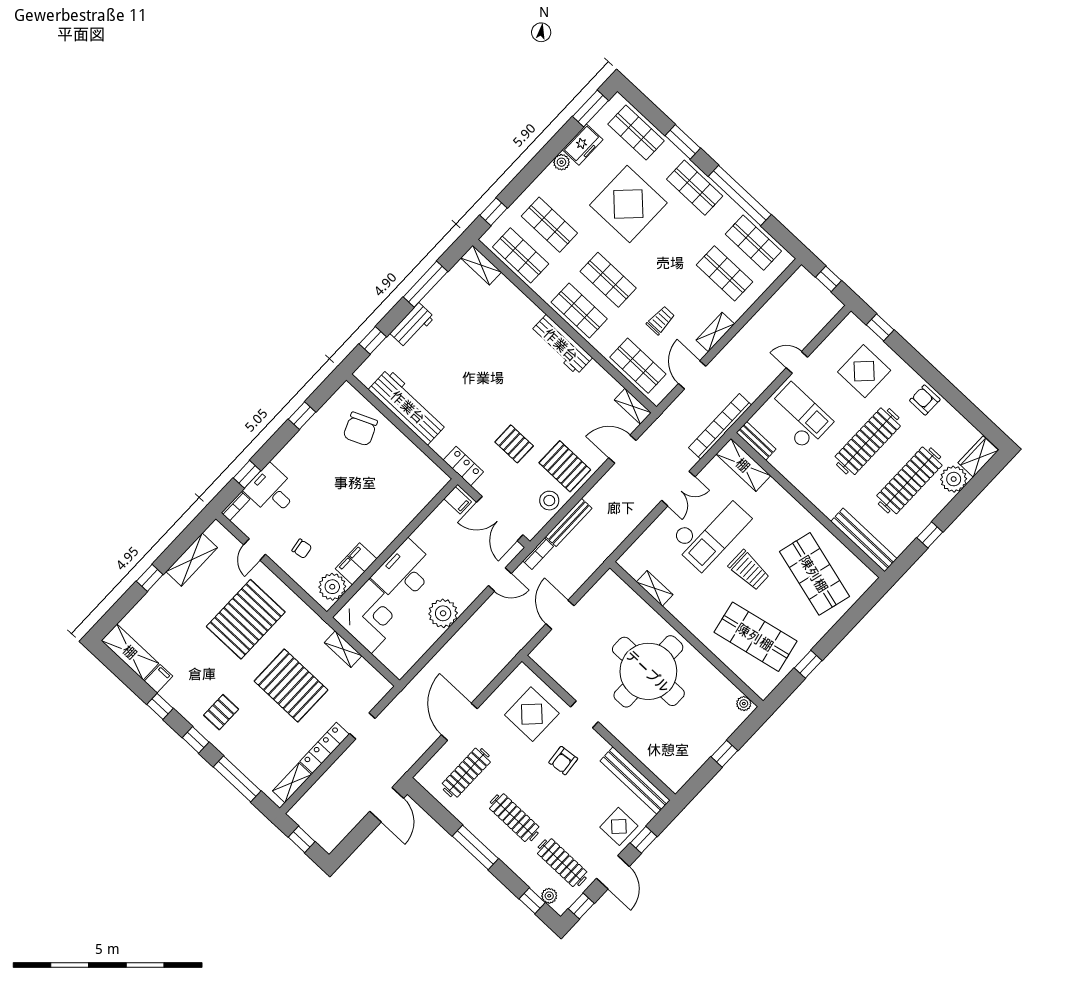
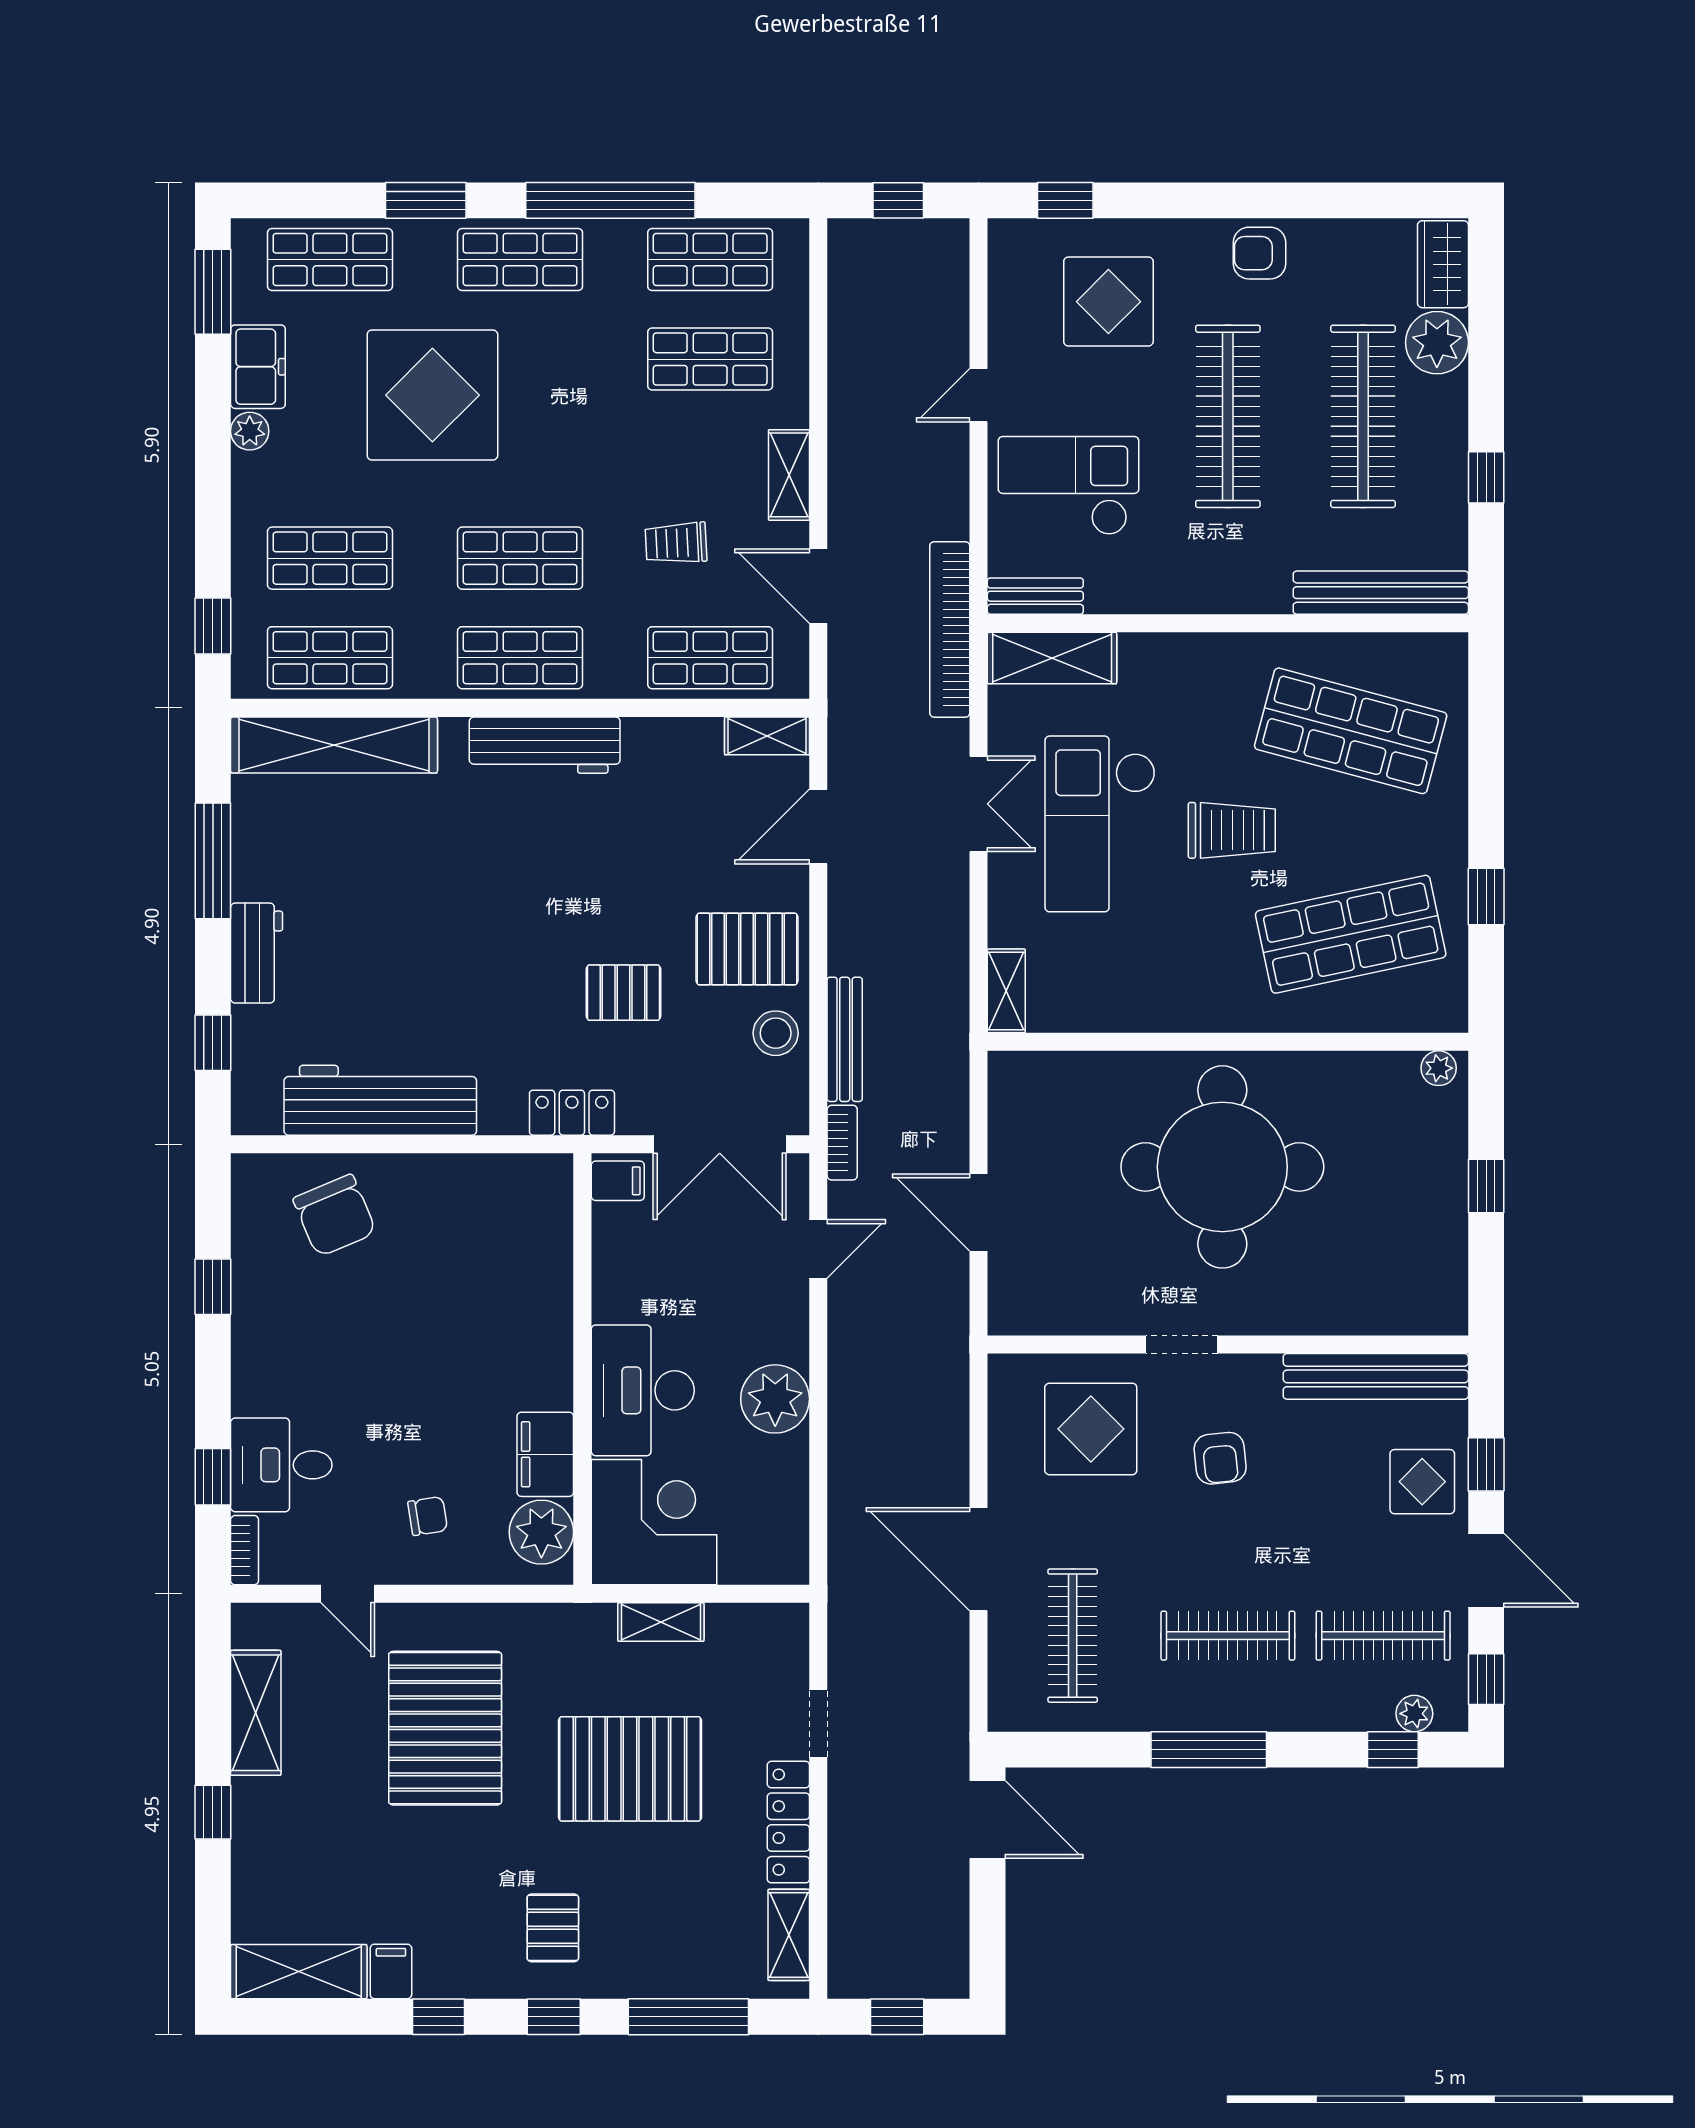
shelving: (481, 265) -> (334, 745), width x2.20, depth x1.33
trolley: (661, 320) -> (676, 543), turned -93
checkout: (710, 530) -> (1100, 824), turned 180
shelving: (655, 588) -> (1006, 991), moved, turned 90

